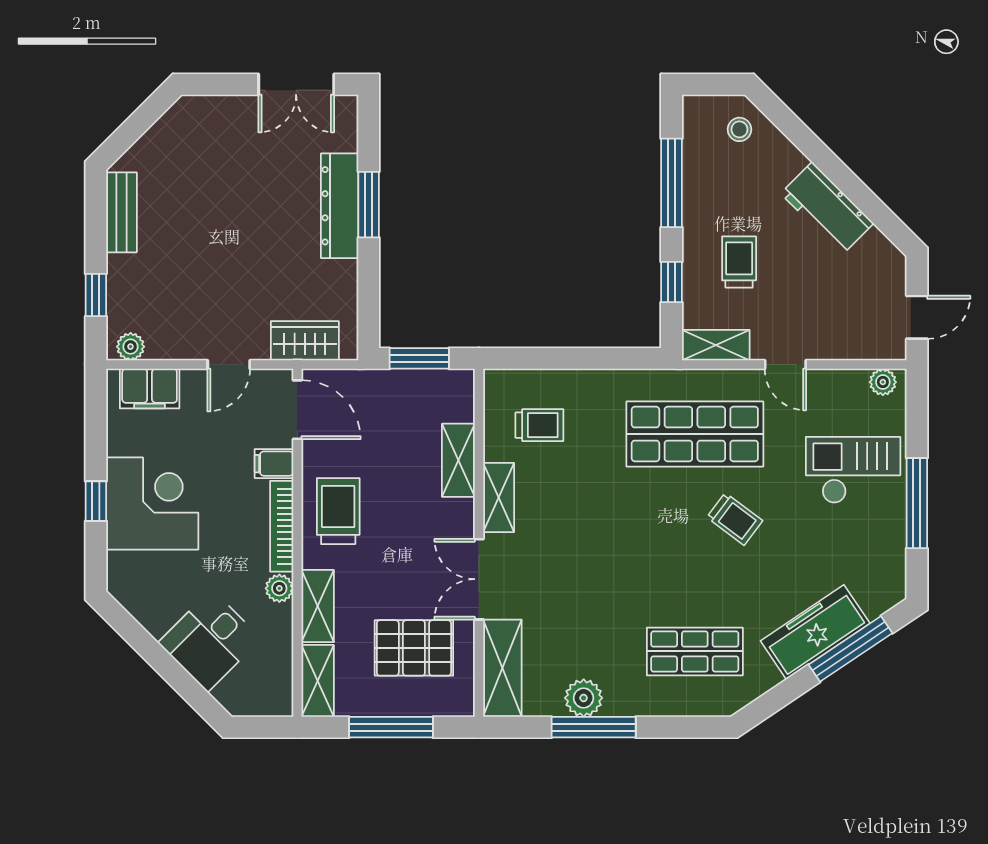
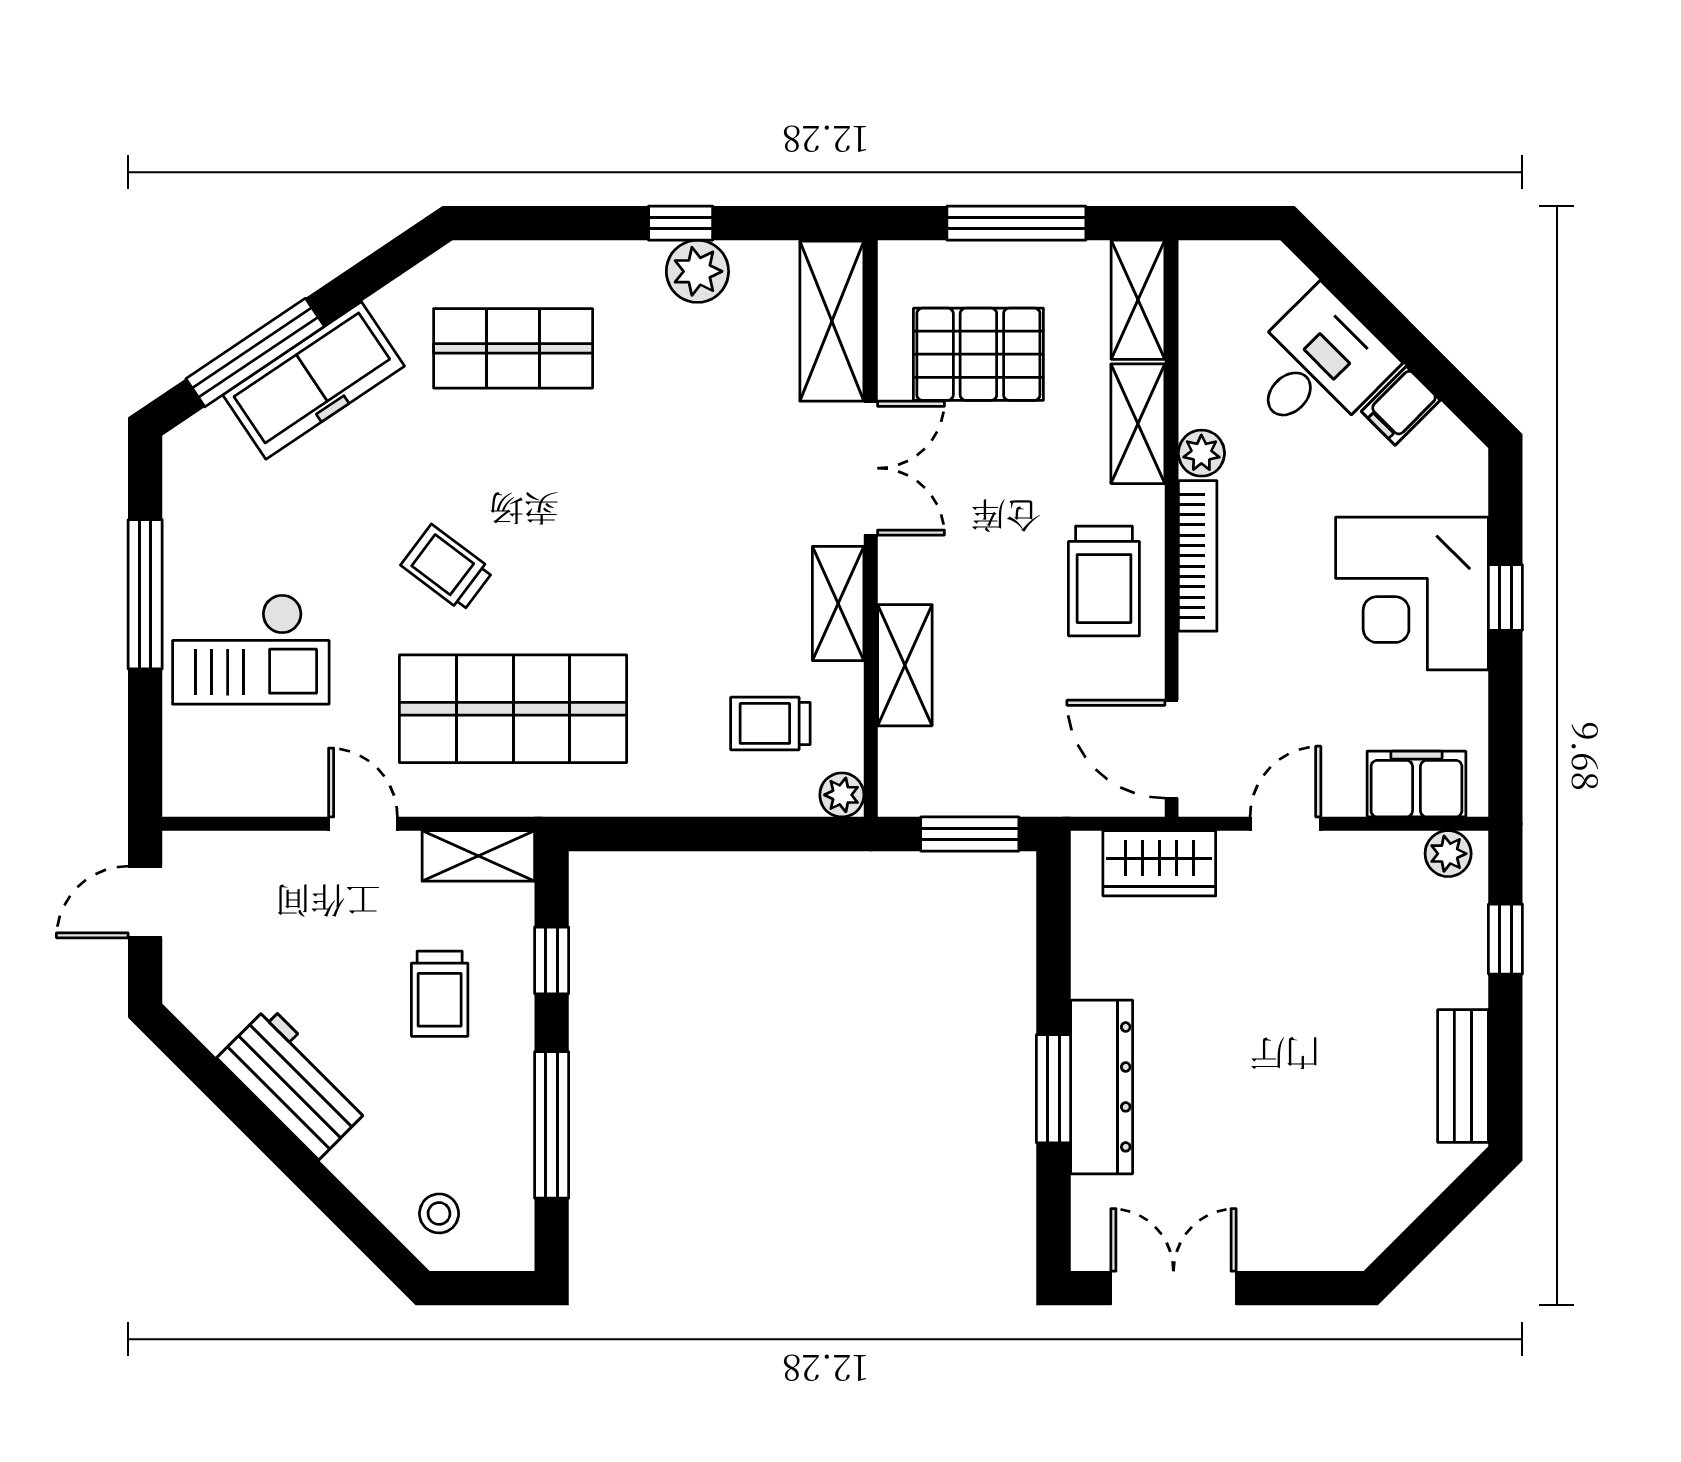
plant: (883, 382) -> (842, 795), moved
filing cabinet: (274, 464) -> (1401, 406), moved, turned 135
window: (594, 727) -> (681, 223), width x0.46

